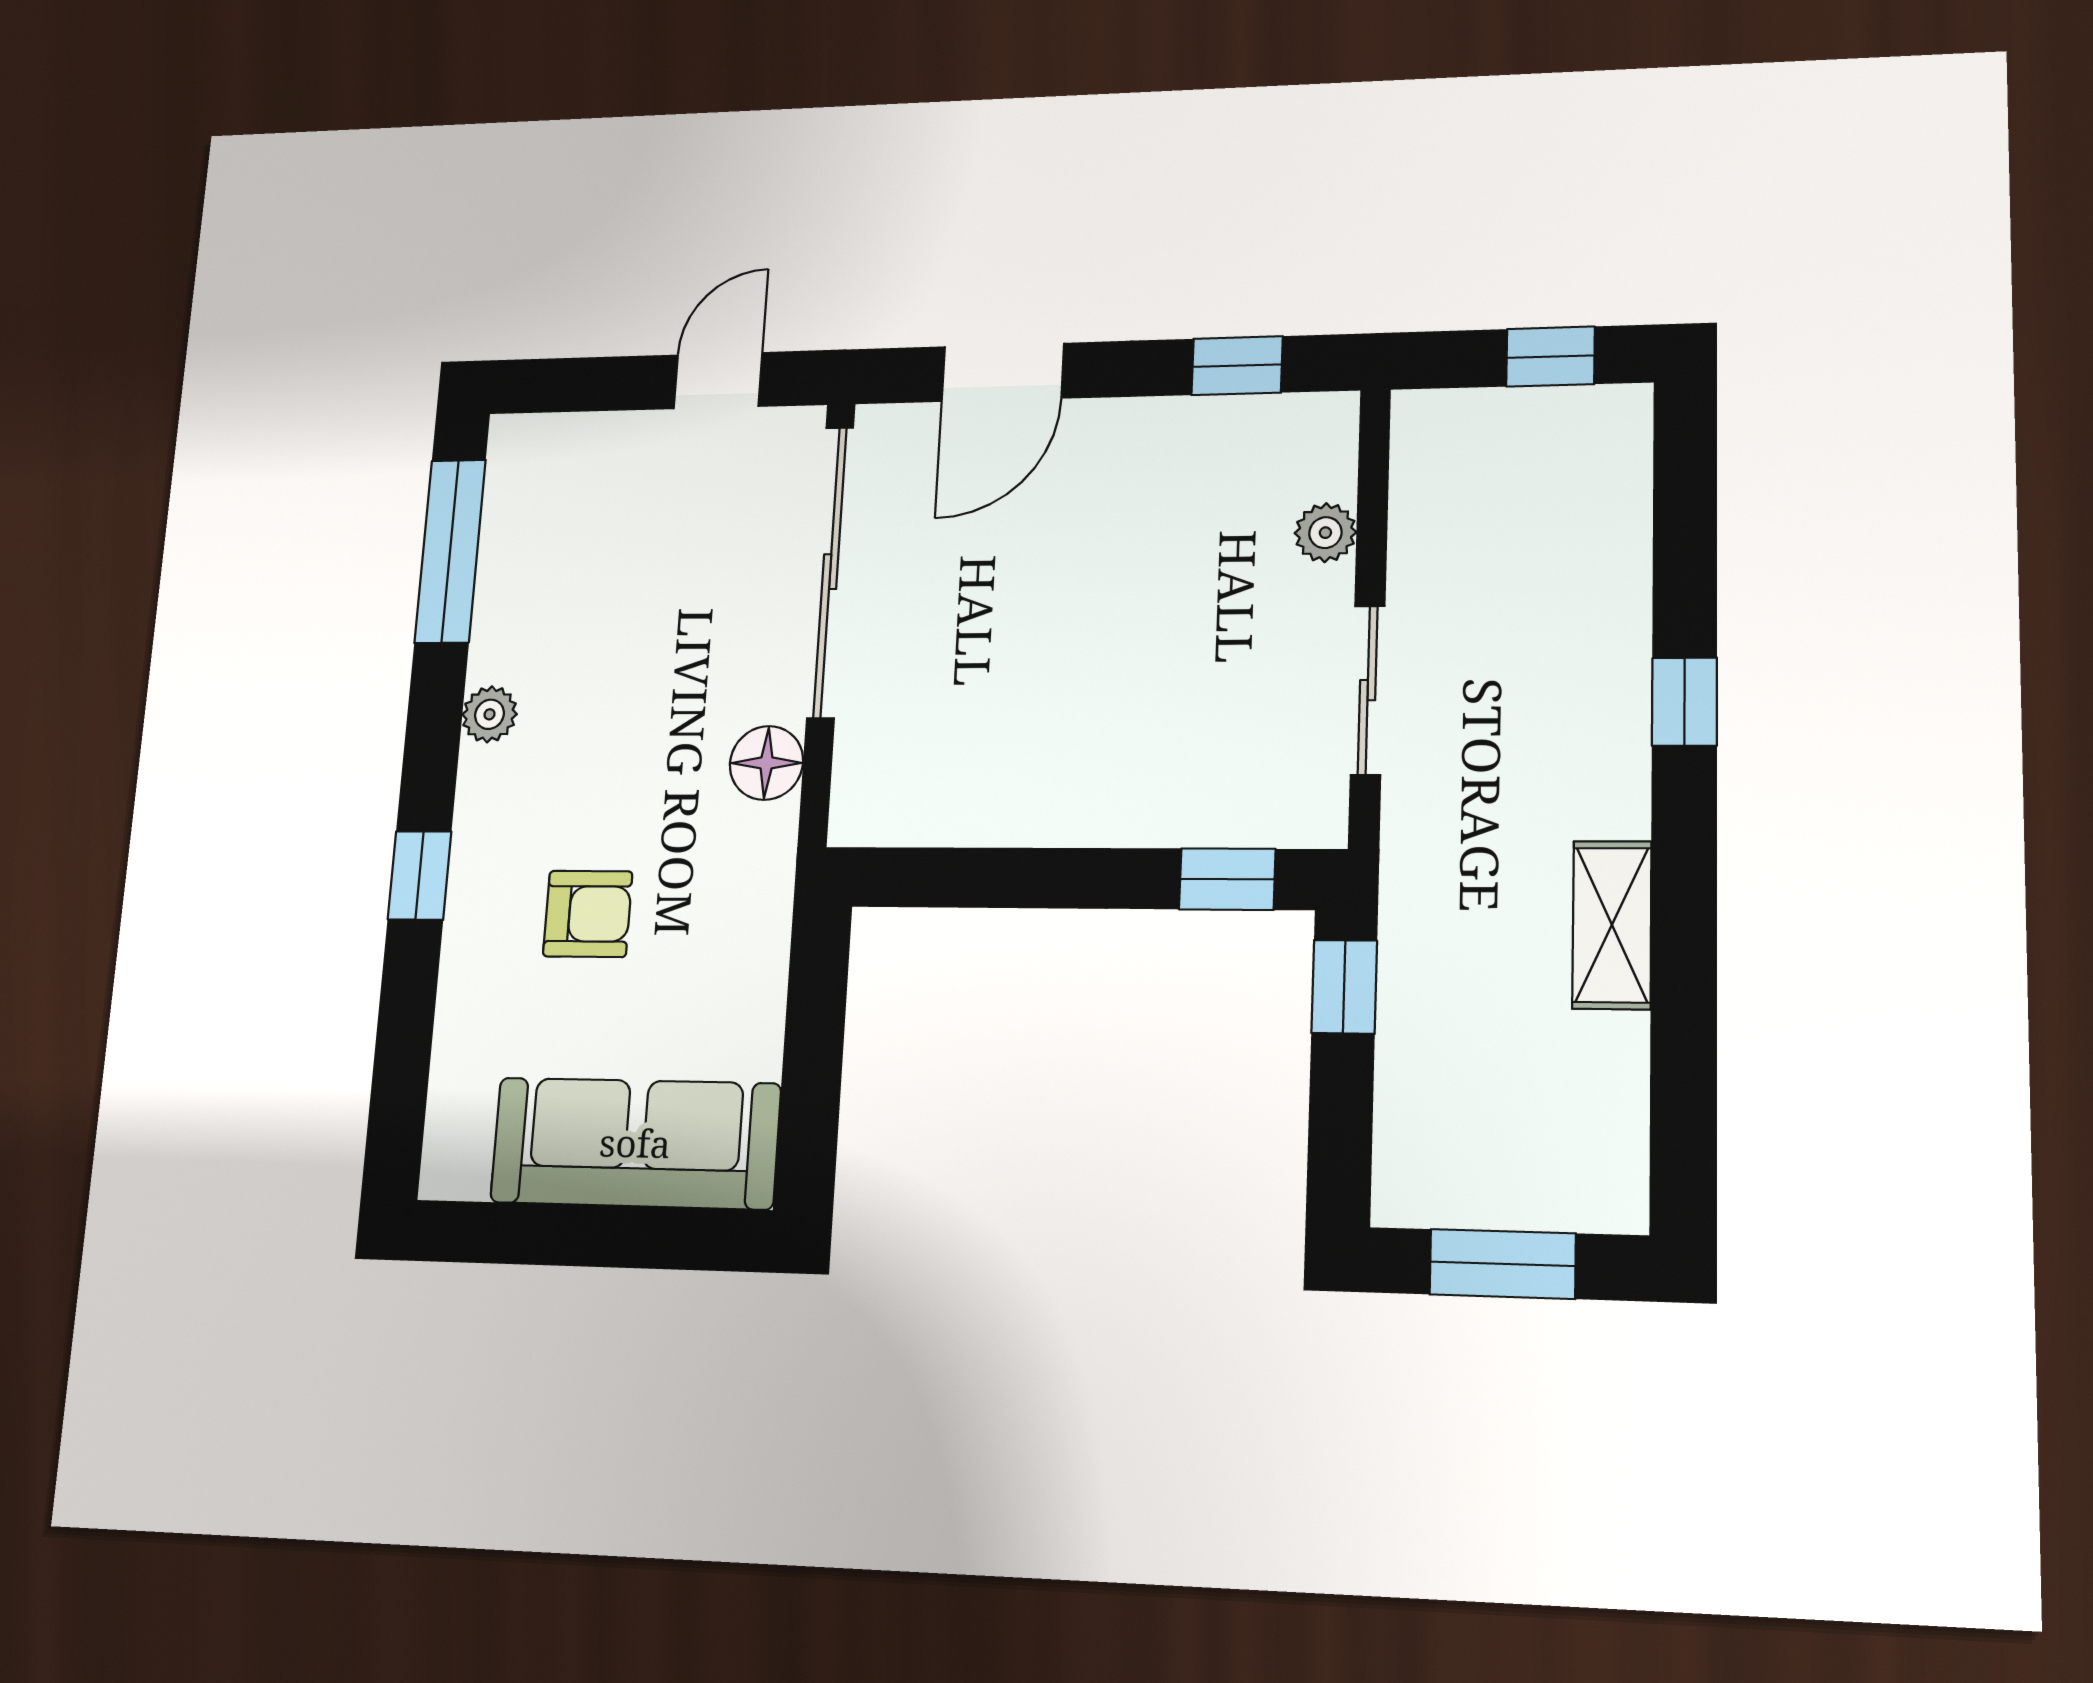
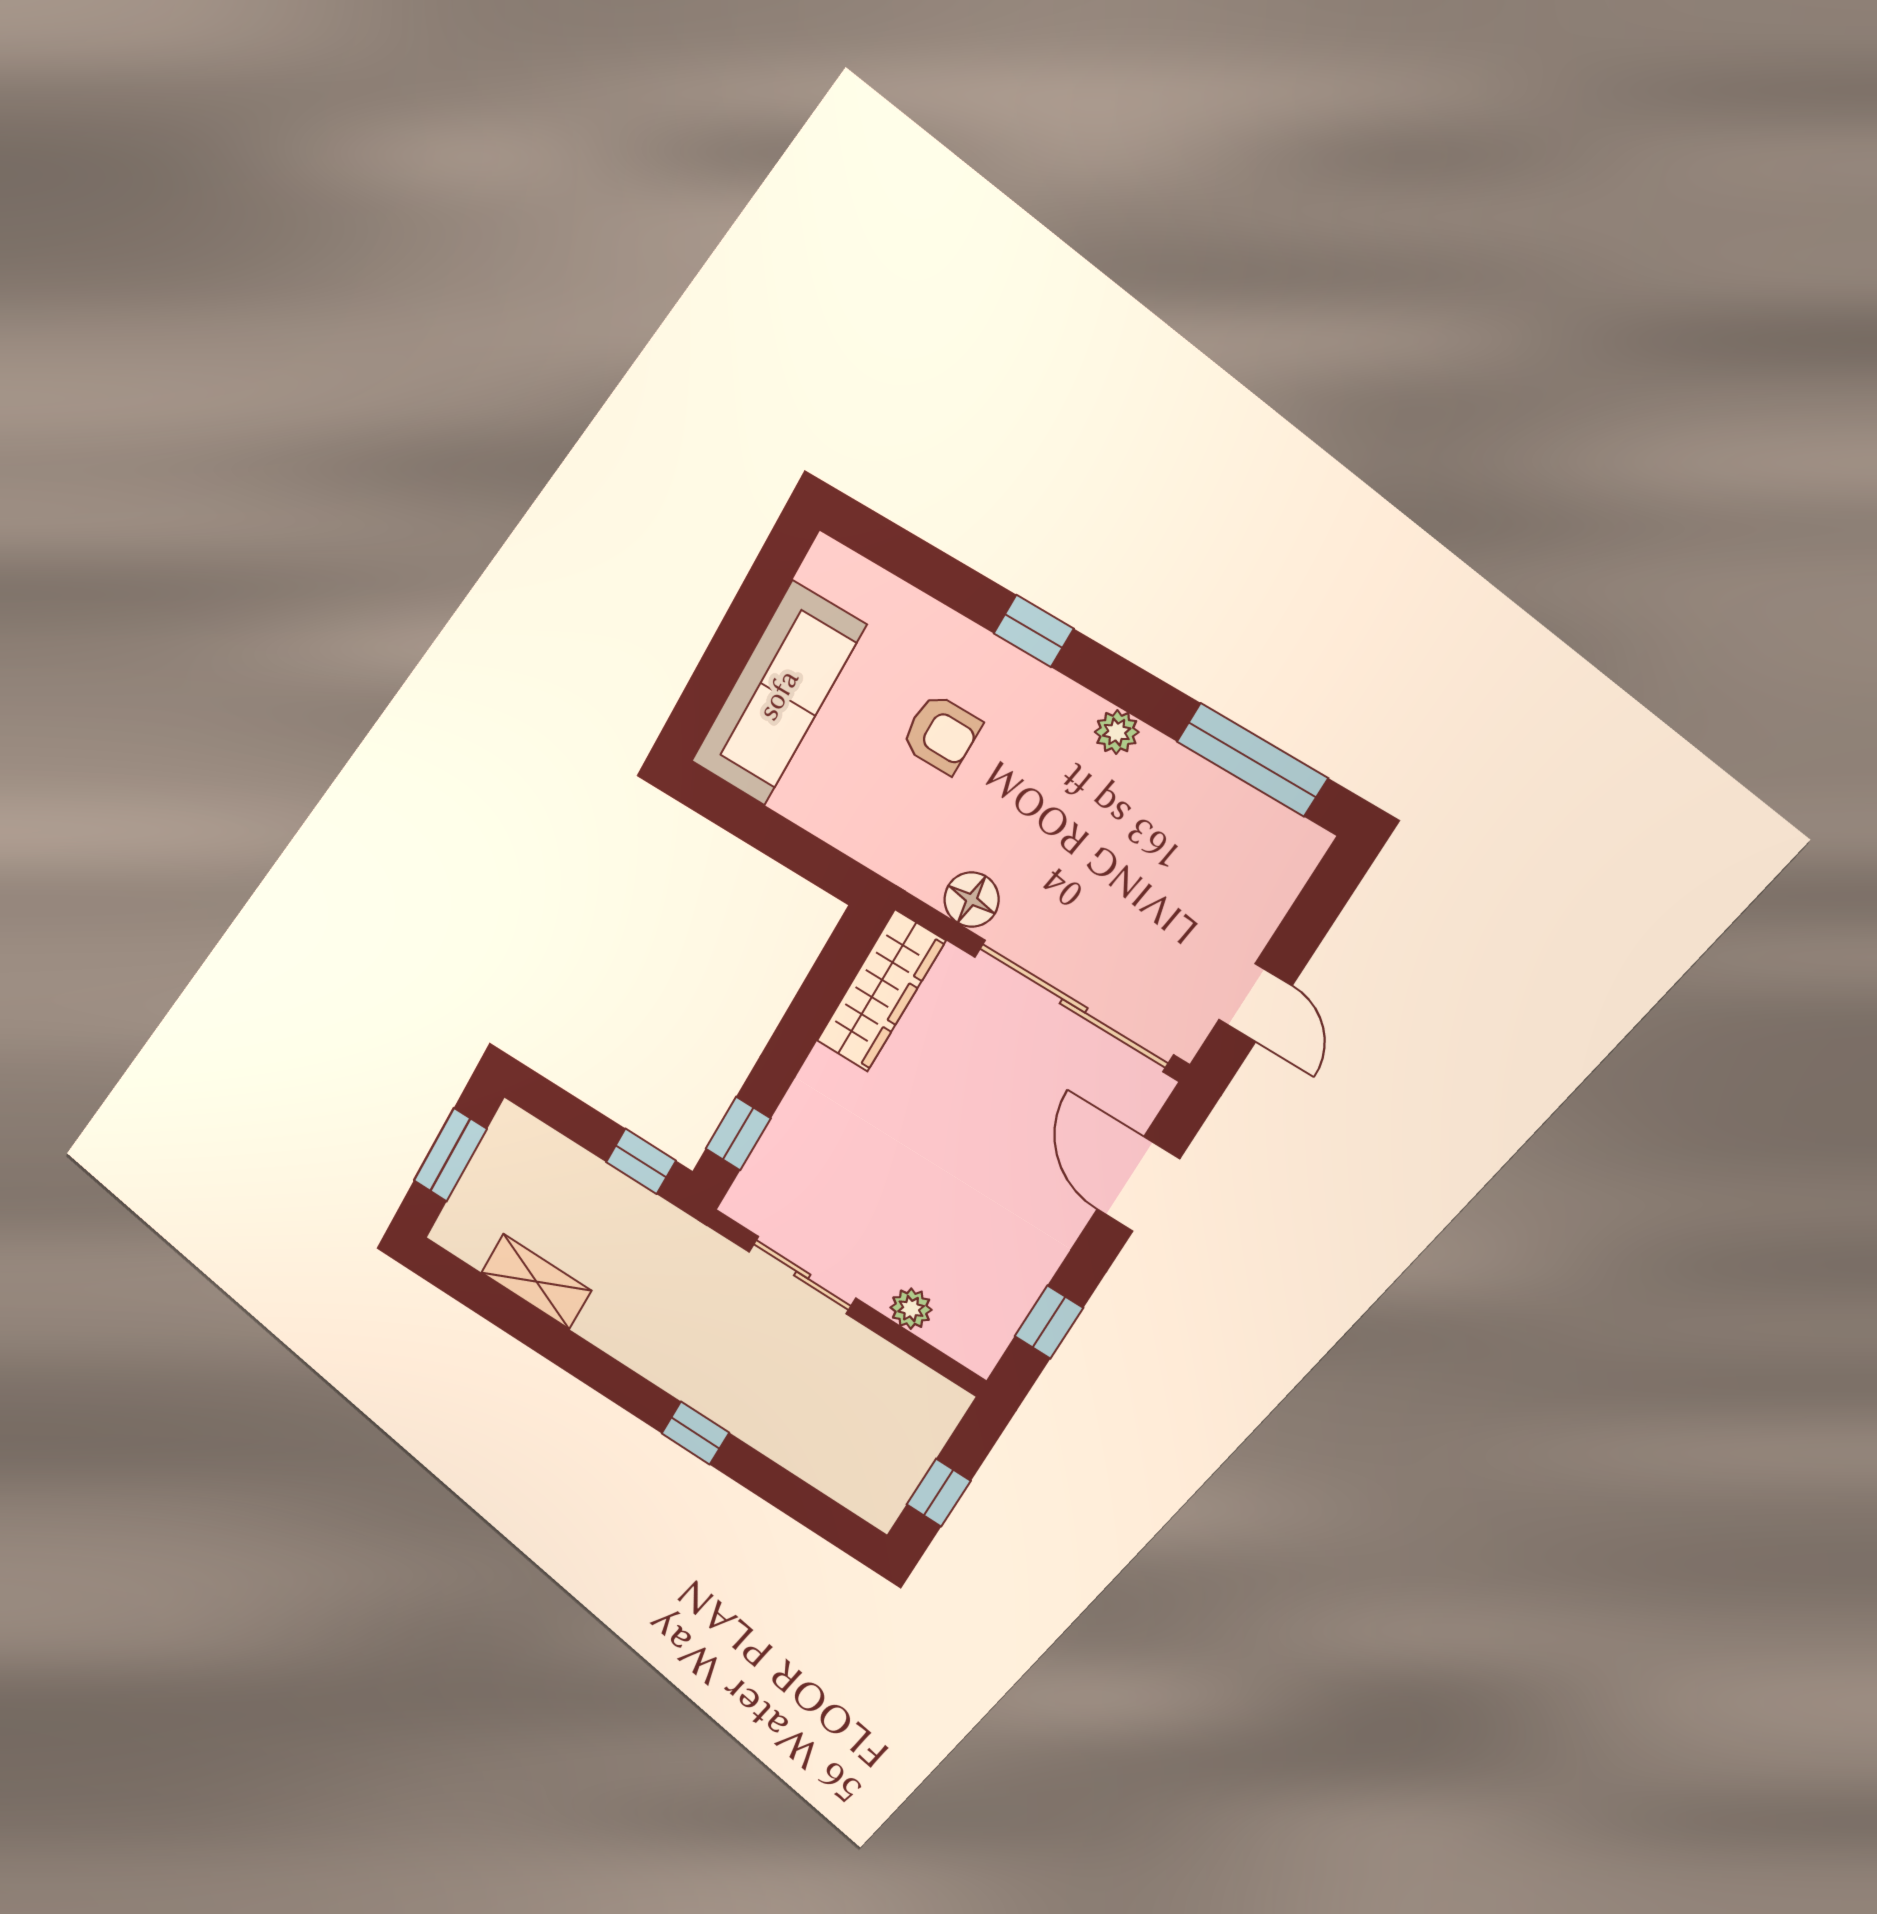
wardrobe: (937, 805) -> (881, 991), added
armchair: (588, 914) -> (941, 734), turned -90
shelving: (1612, 925) -> (536, 1281), moved

